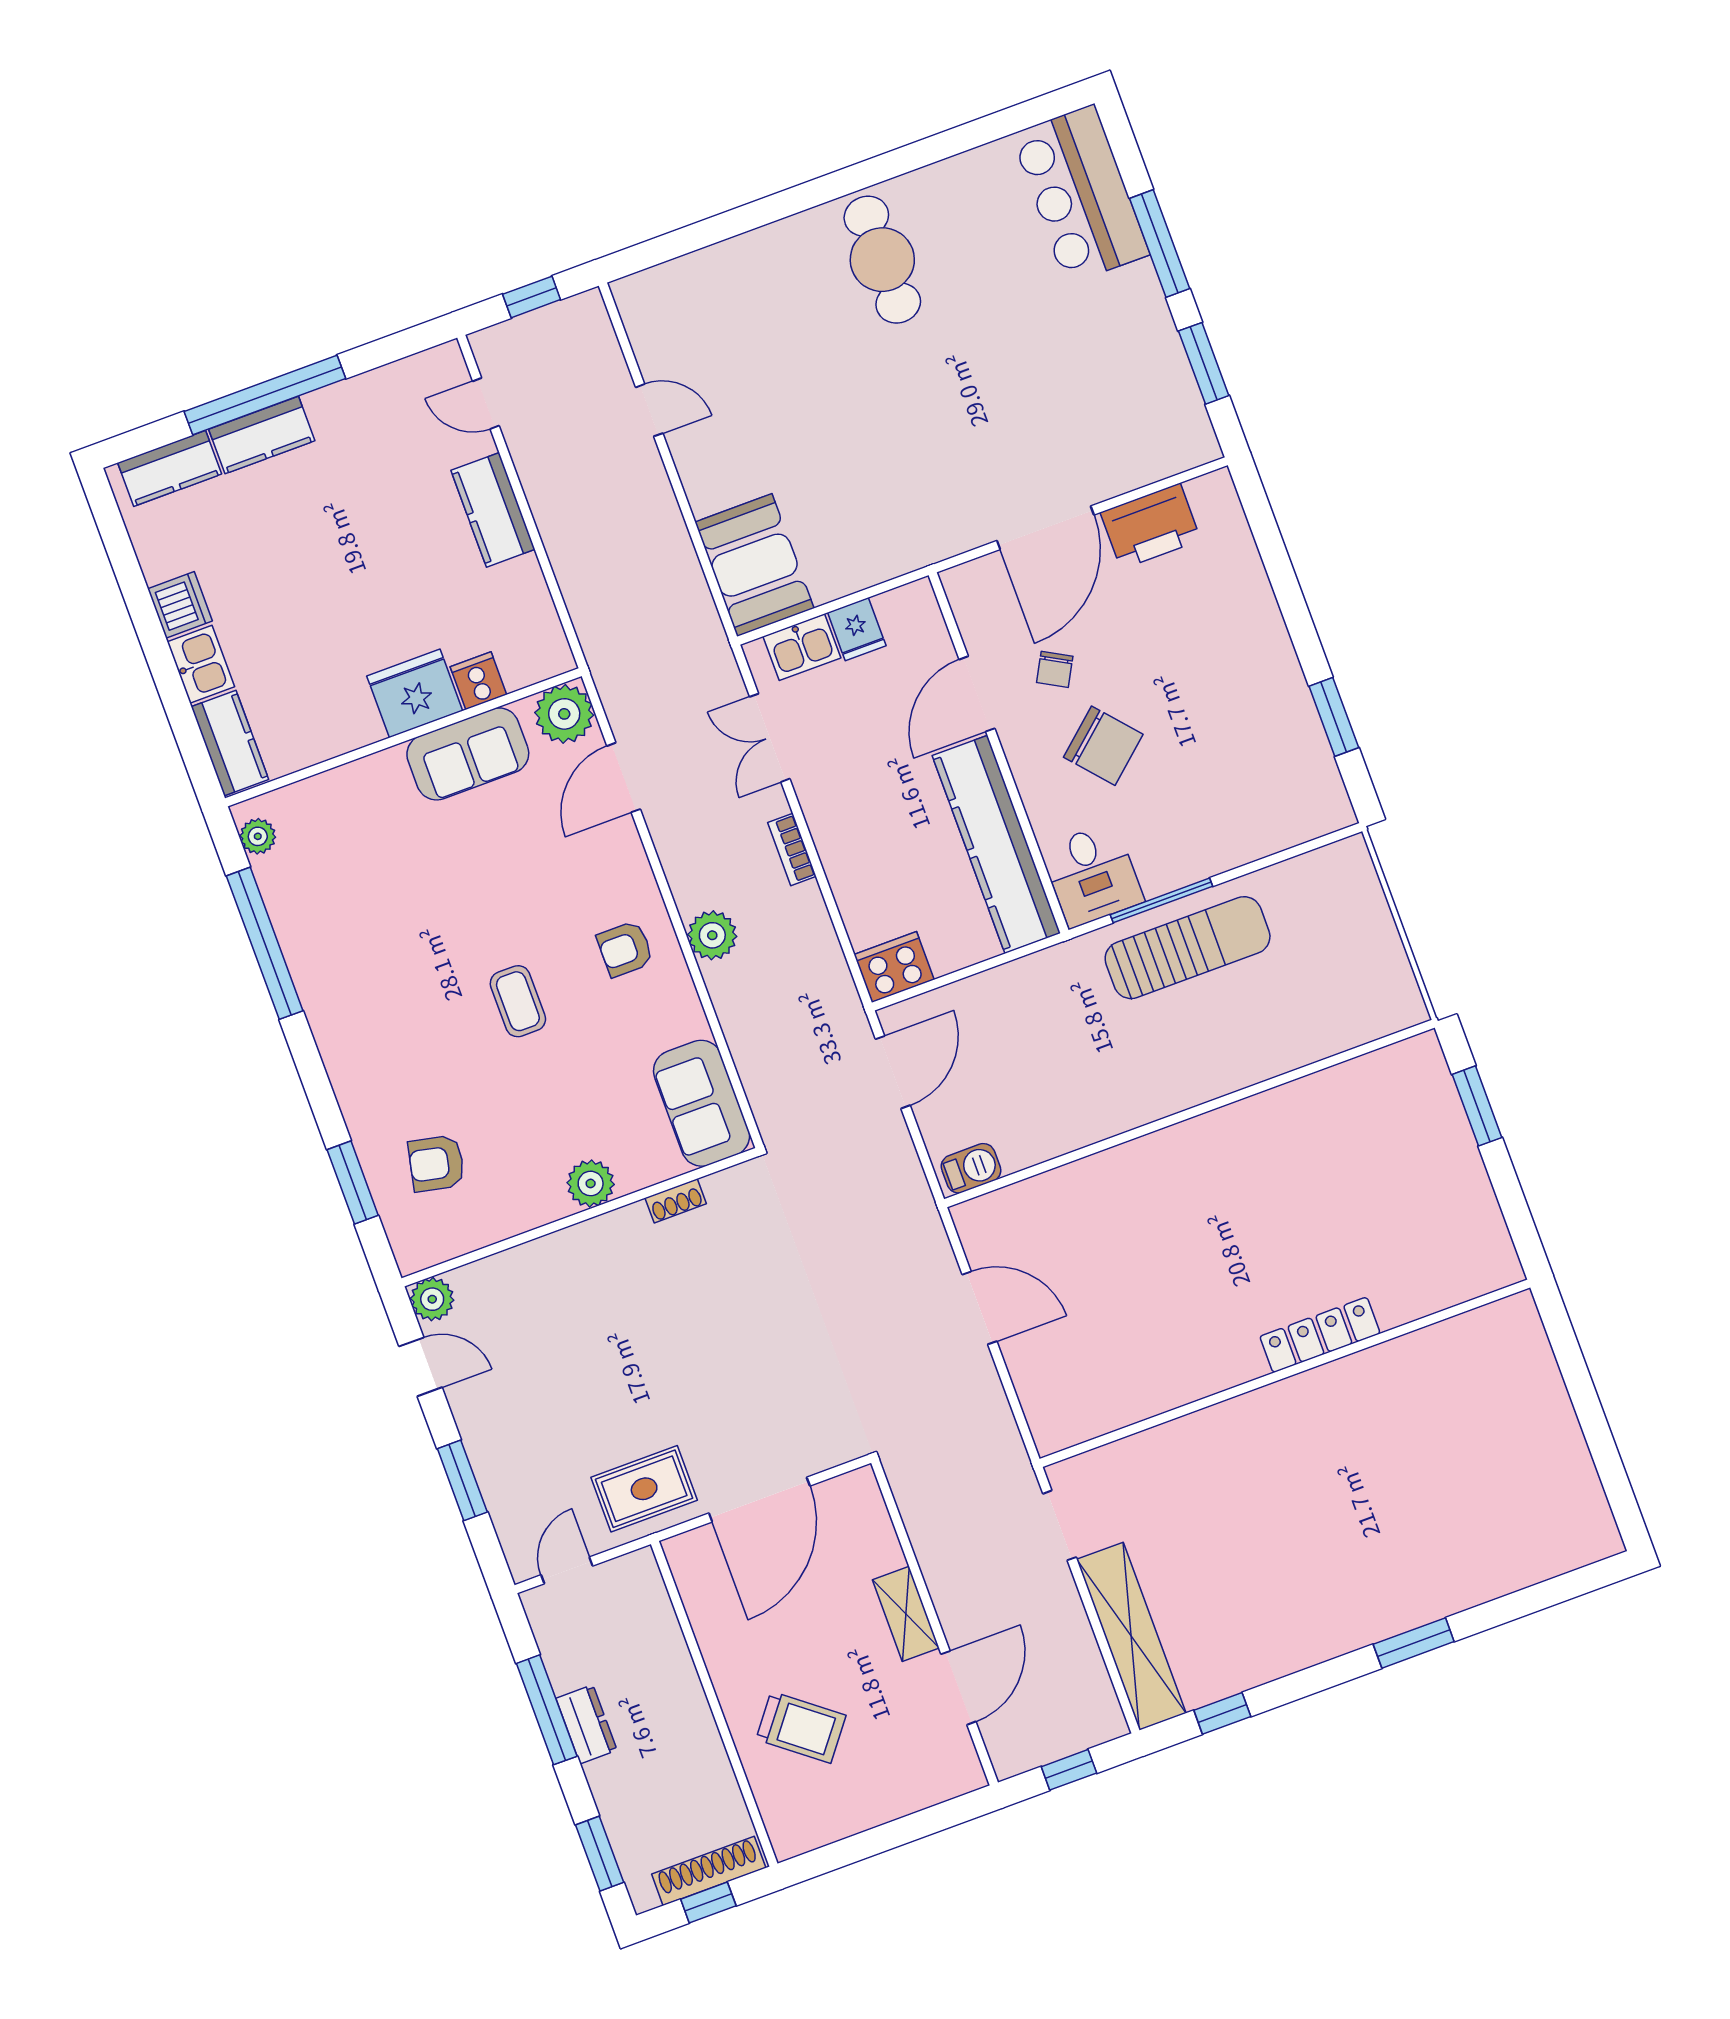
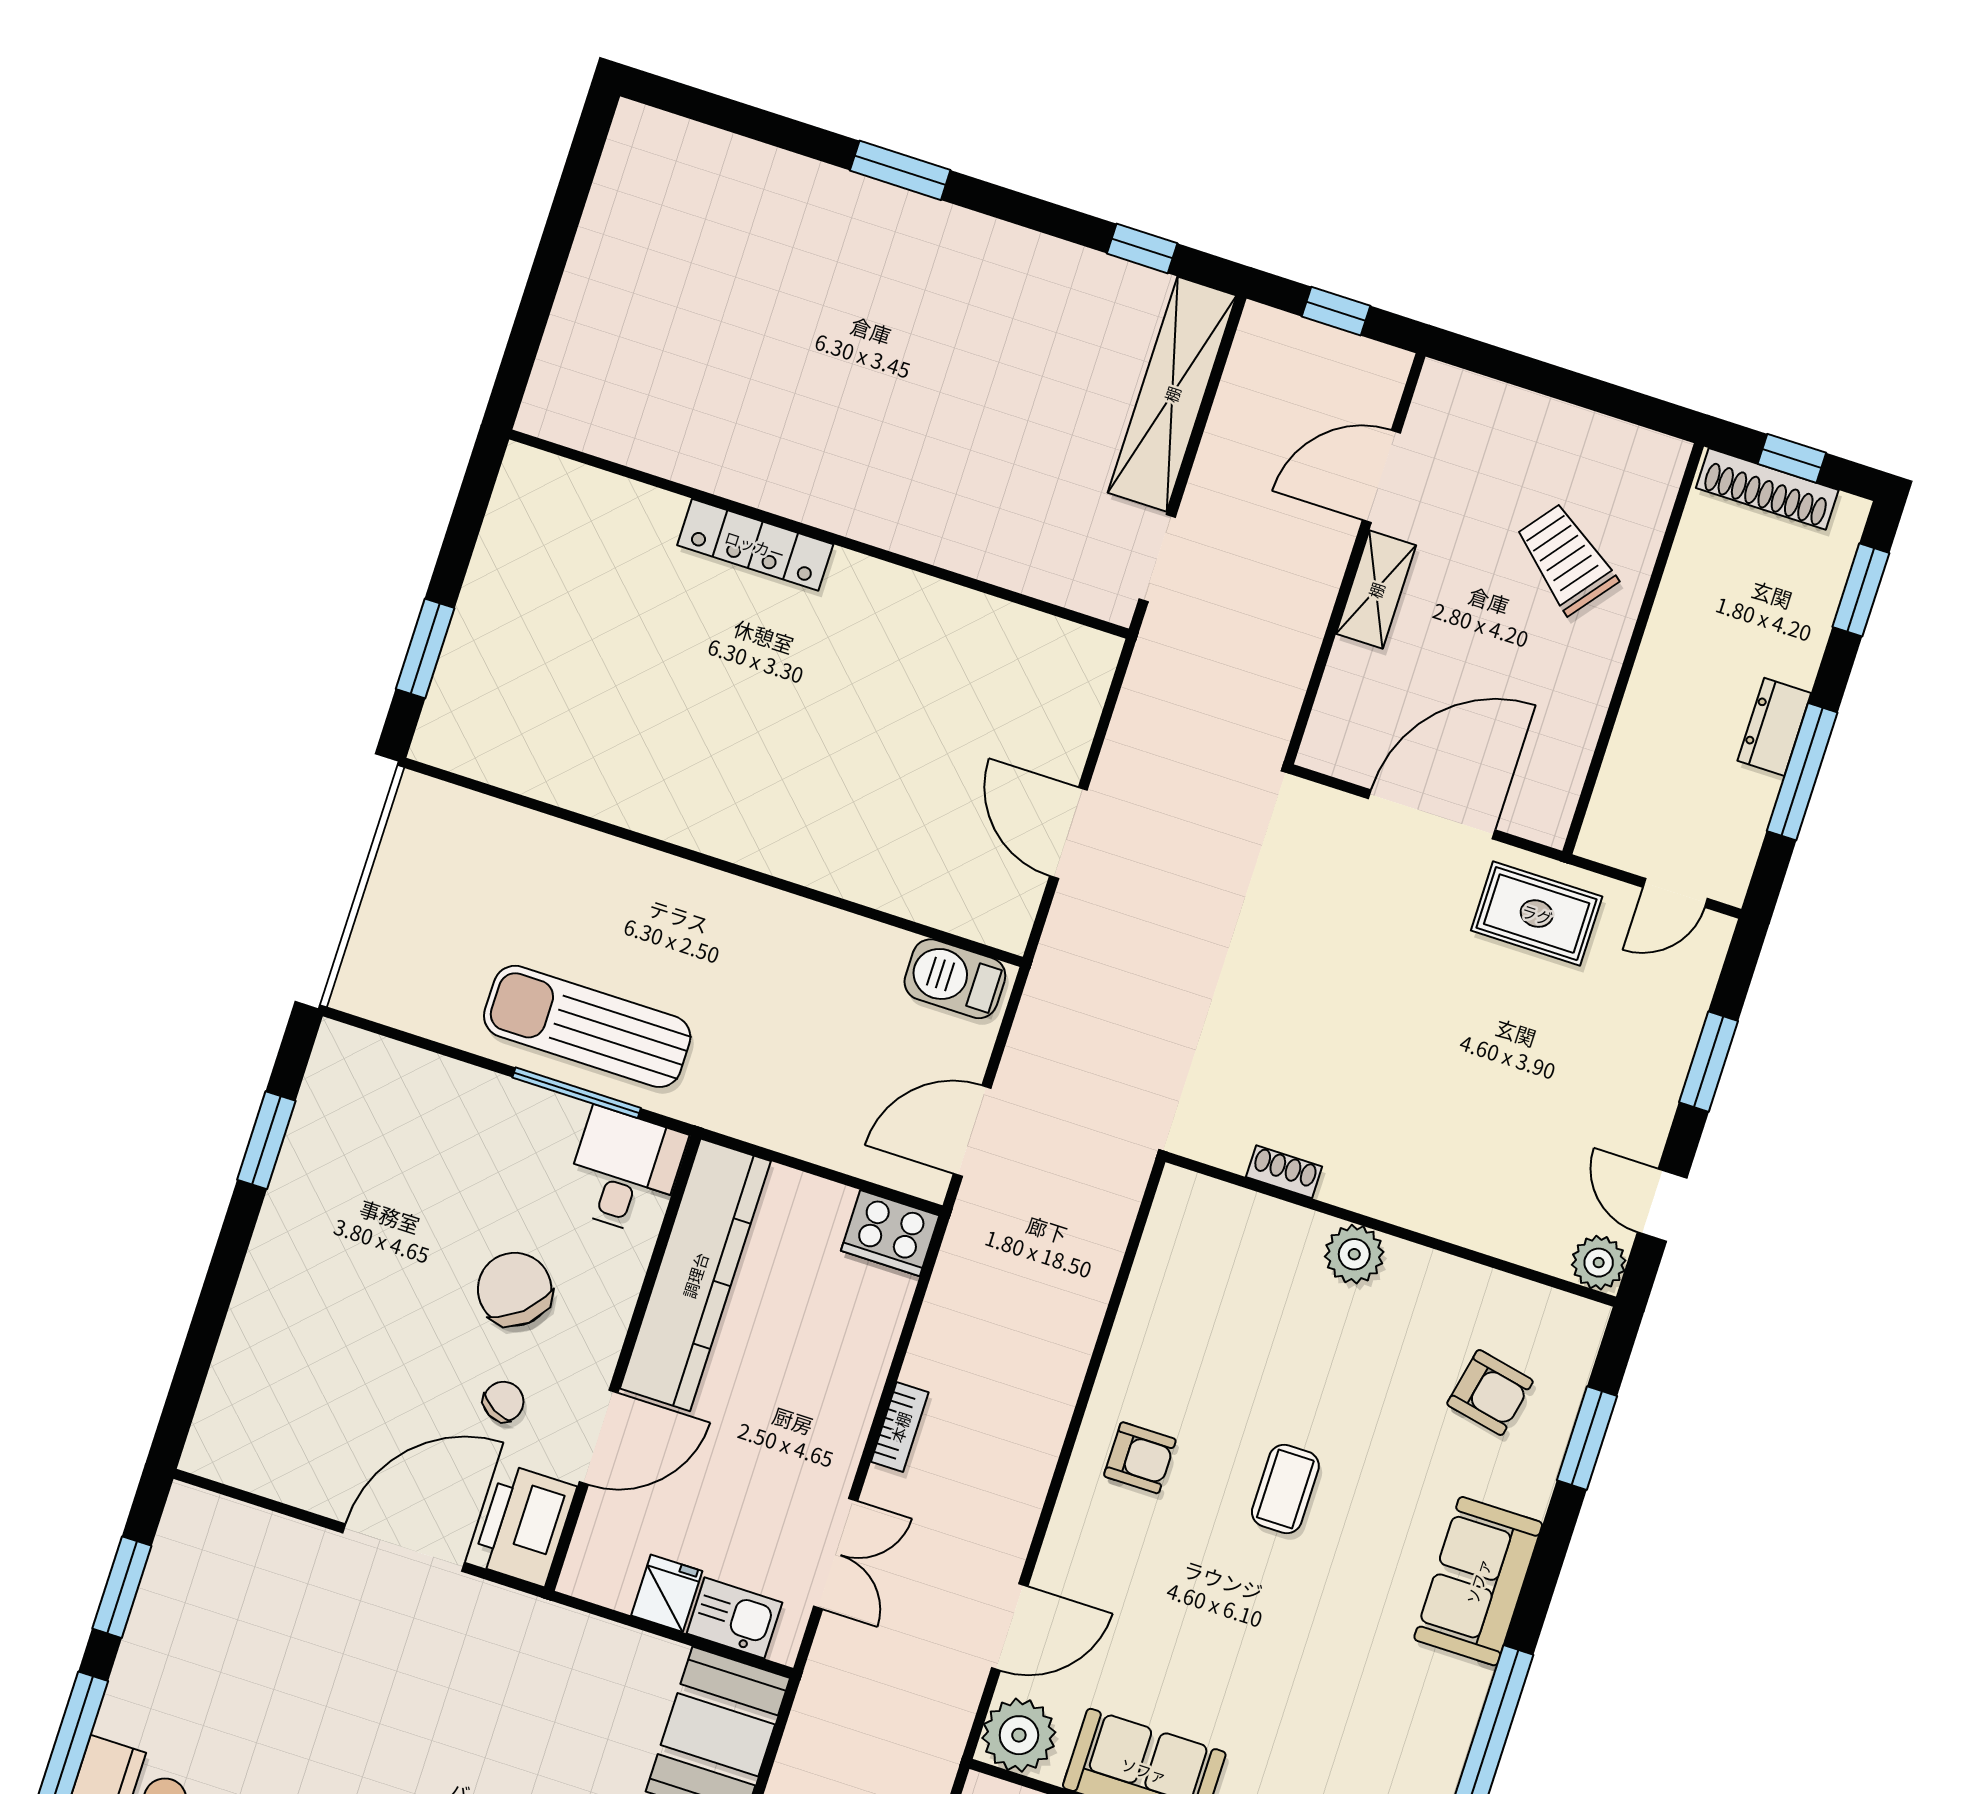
printer: (1151, 526) -> (525, 1525), moved, turned -90
plant: (712, 935) -> (1044, 1404), removed
sofa: (702, 1103) -> (1478, 1581), moved, turned 180
barbecue: (971, 1168) -> (955, 979), width x1.38, depth x1.27

